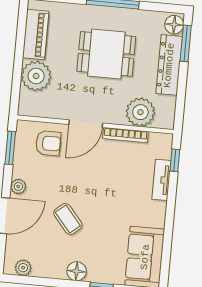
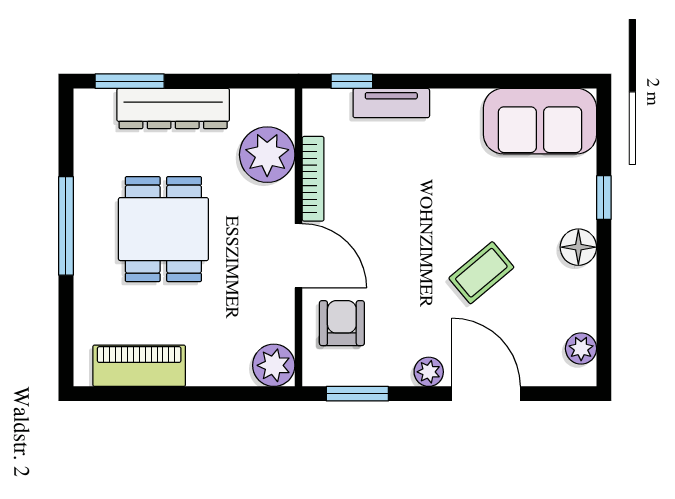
floor lamp: (174, 25) -> (96, 106), removed
plant: (36, 76) -> (274, 365), moved, width x0.73, depth x0.73

